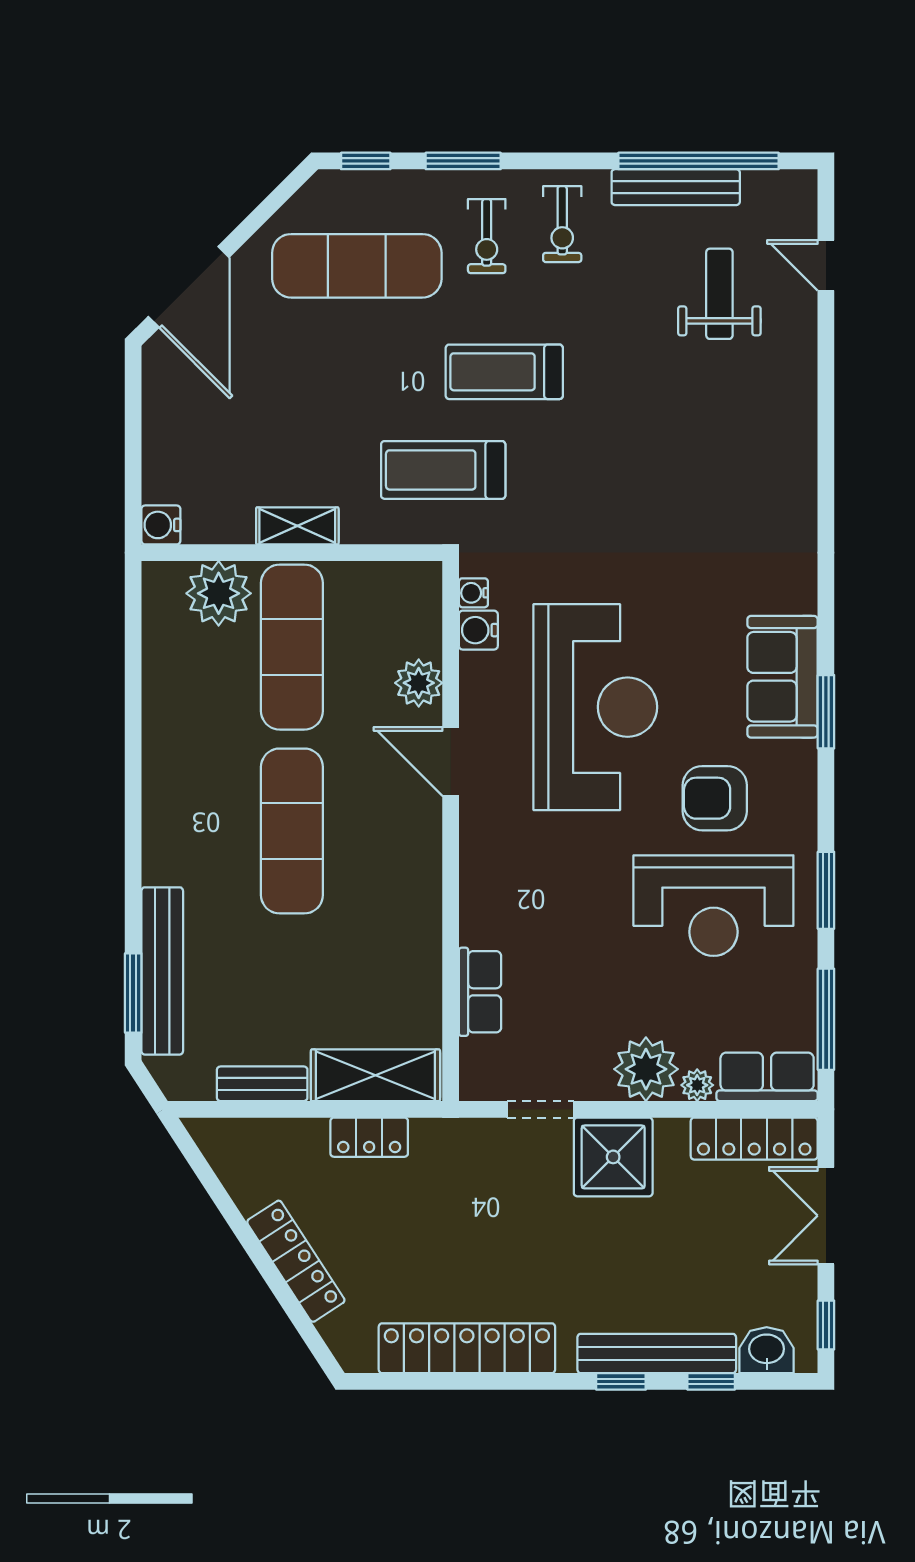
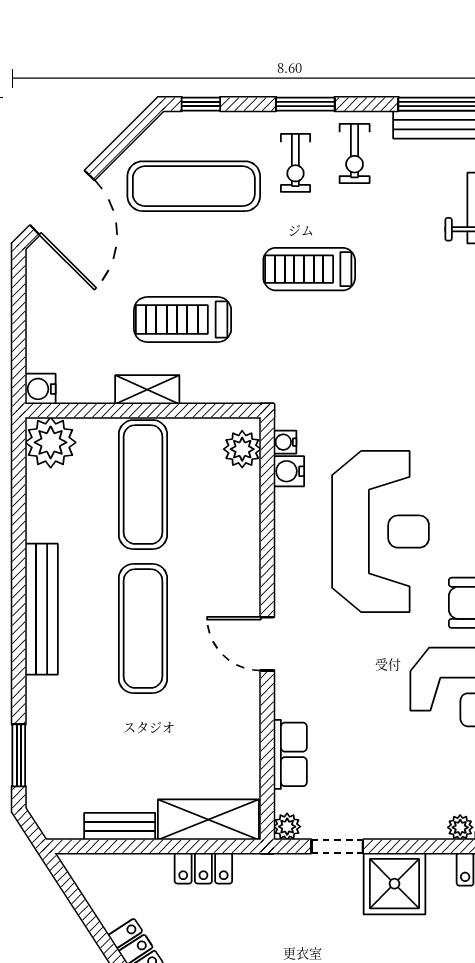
window: (463, 161) -> (305, 104), moved
treadmill: (443, 470) -> (183, 320), moved
plant: (219, 593) -> (51, 442), moved
plant: (419, 683) -> (242, 449), moved
door: (451, 761) -> (267, 644), moved
bench: (162, 971) -> (41, 609), moved
plant: (646, 1069) -> (287, 827), moved, width x0.53, depth x0.53

